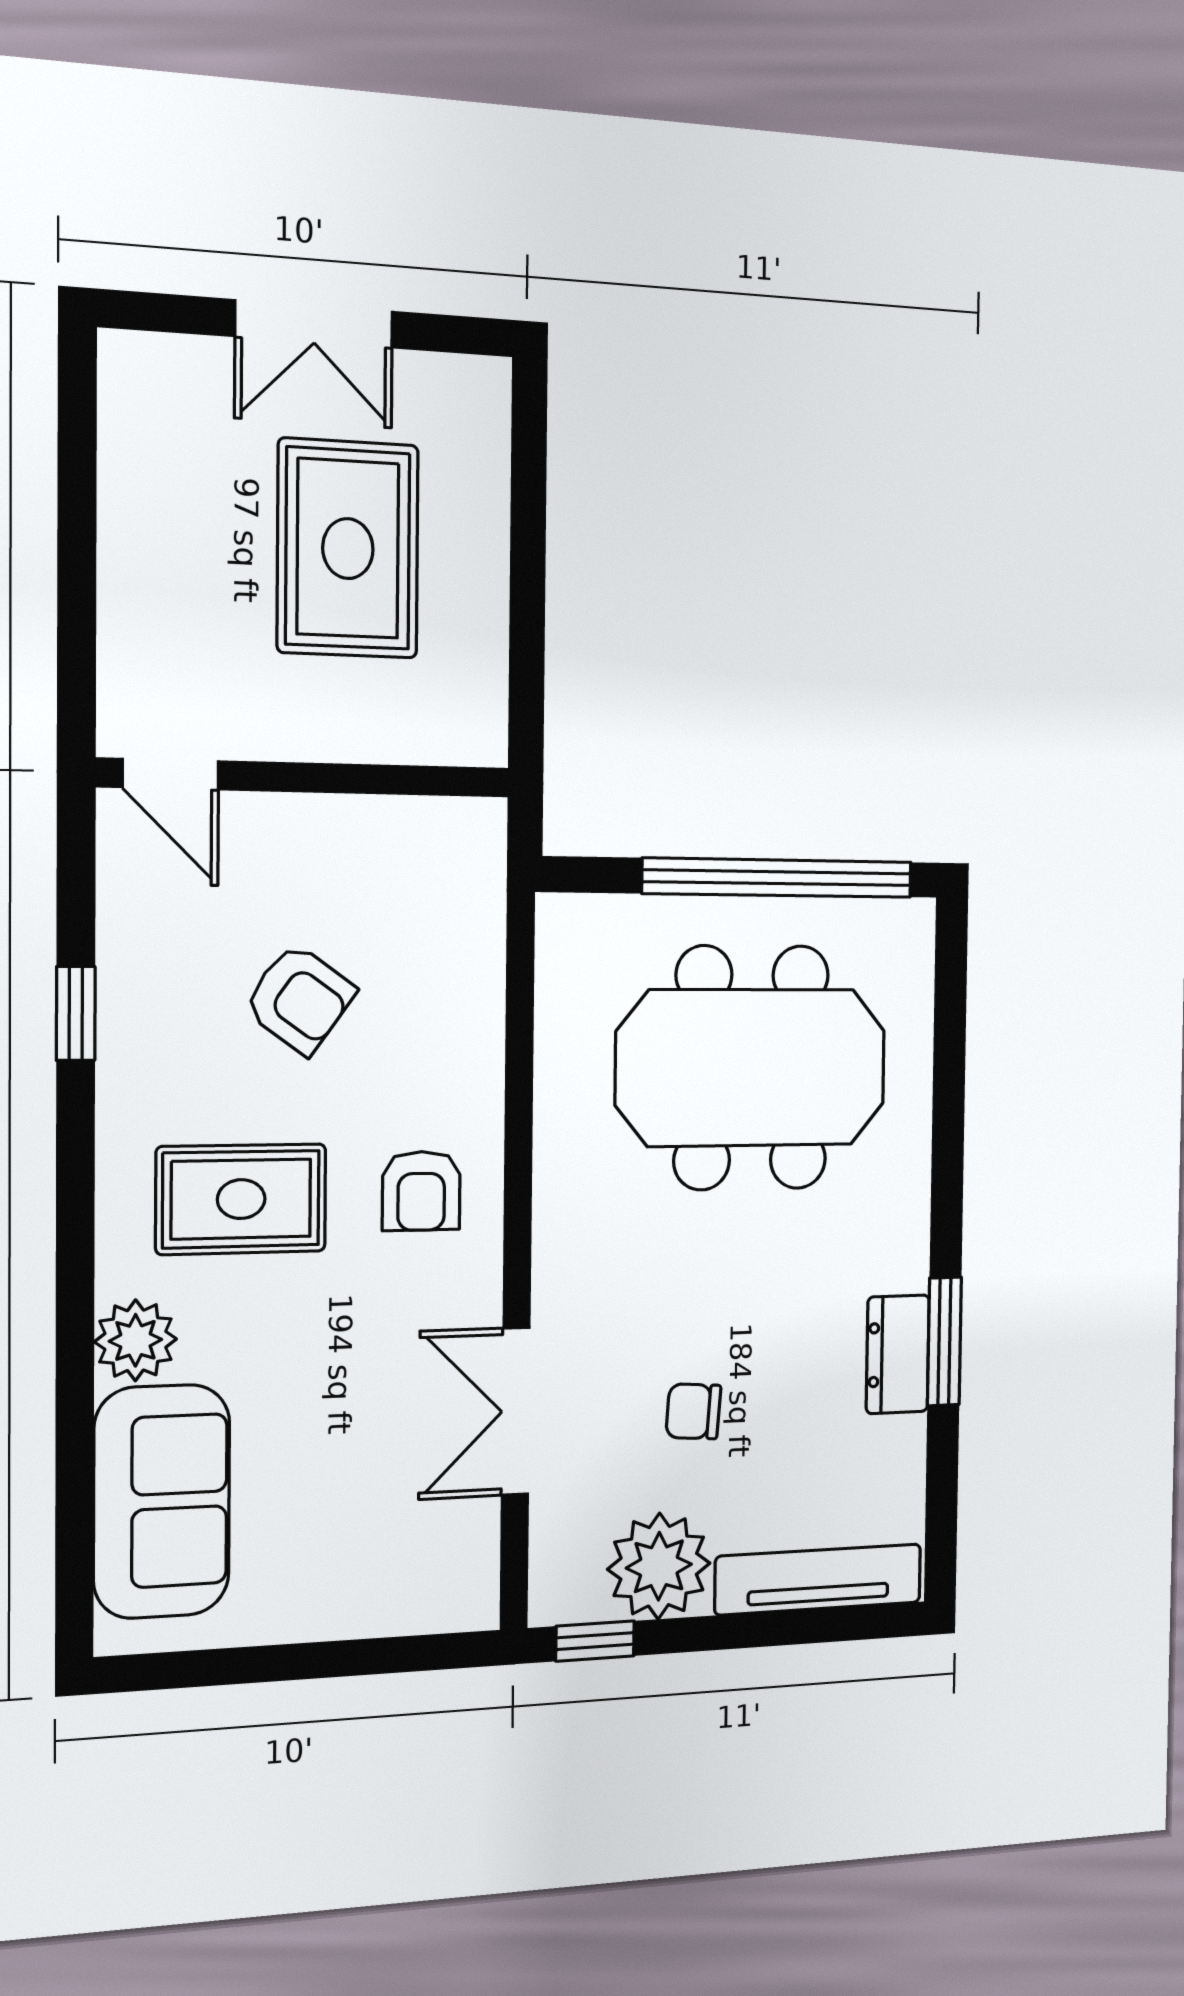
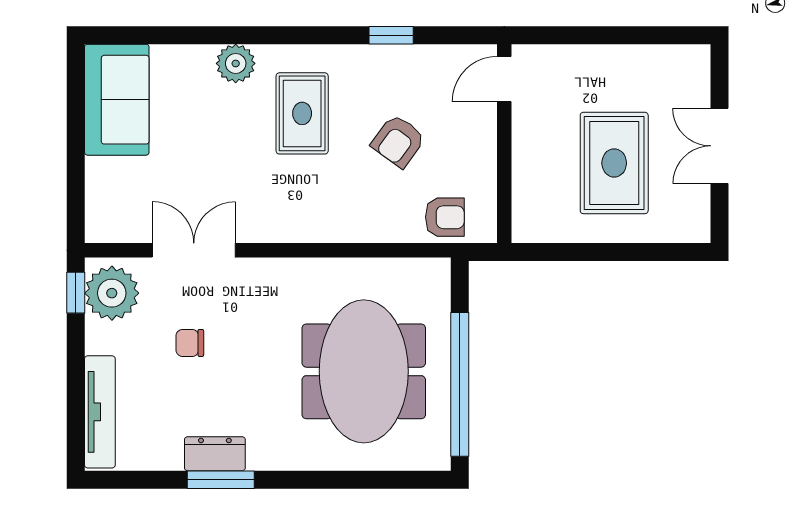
rug: (348, 549) -> (614, 163), turned 90
armchair: (421, 1191) -> (445, 217), moved, turned 180
chair: (693, 1411) -> (190, 343), turned -94
sofa: (162, 1501) -> (117, 100), moved, turned -90
plant: (659, 1566) -> (112, 293), moved

